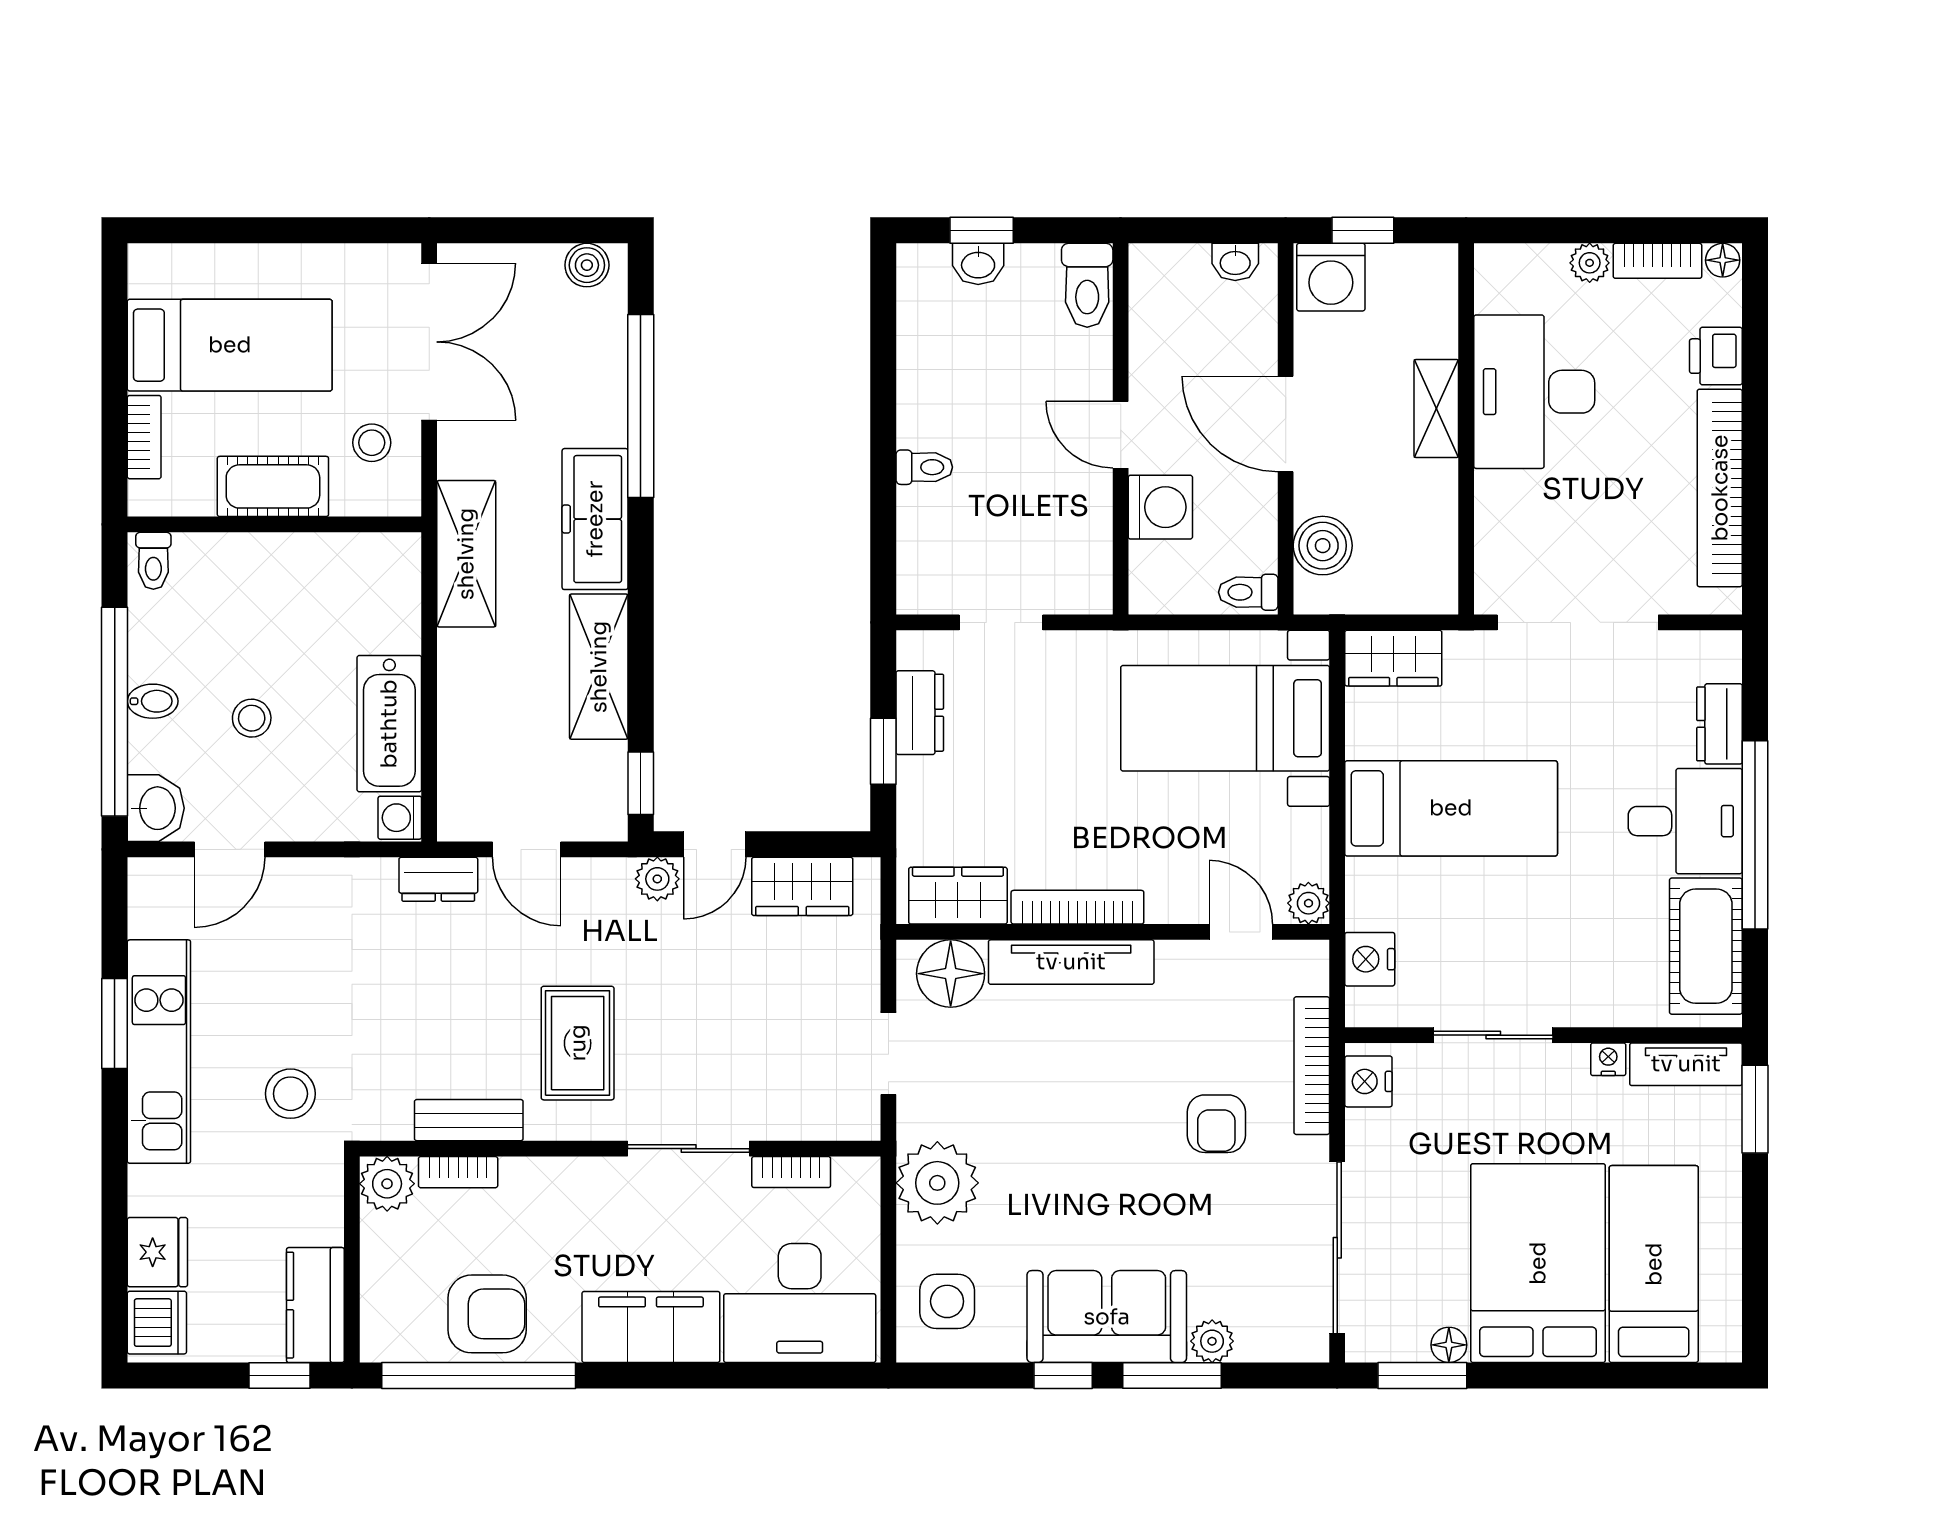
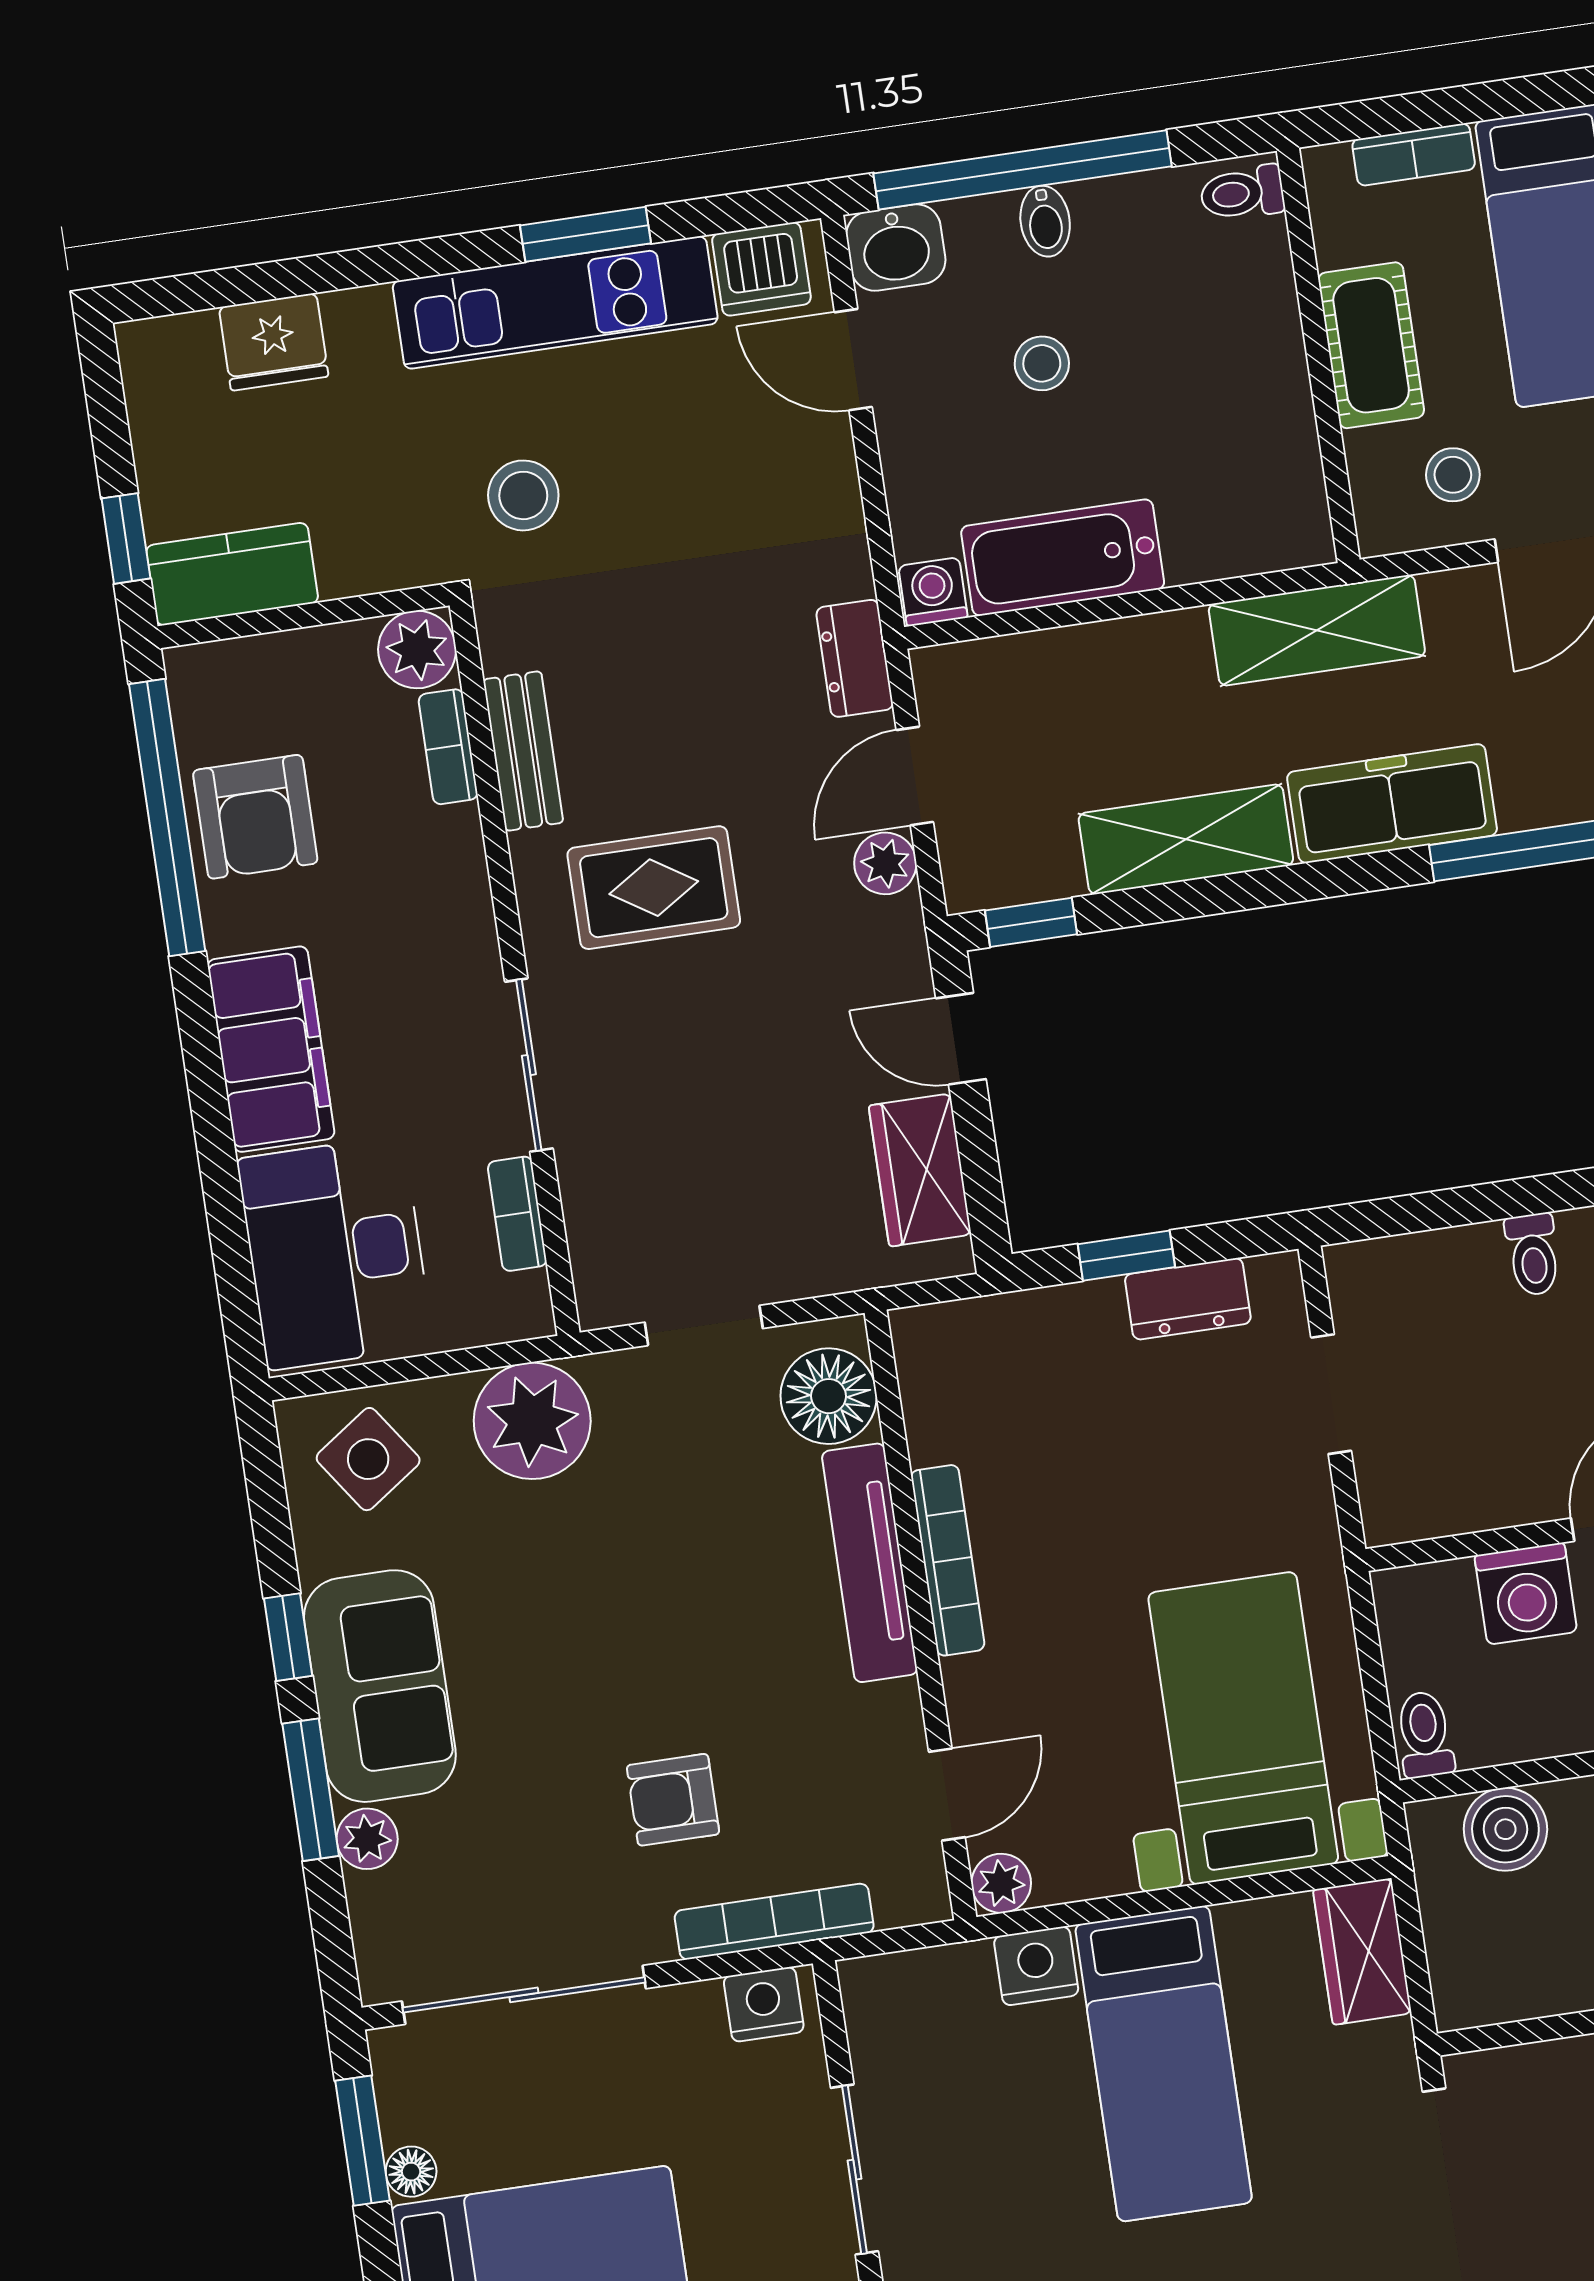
plant: (657, 879) -> (885, 863), moved
wardrobe: (958, 896) -> (939, 1390), removed
nightstand: (1370, 959) -> (1036, 1966), moved
side table: (947, 1301) -> (368, 1459), turned -35
dishwasher: (157, 1323) -> (761, 269), moved

